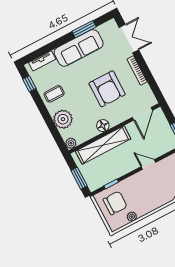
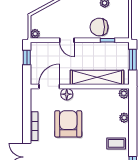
plant: (63, 119) -> (124, 118), width x0.53, depth x0.53
floor lamp: (103, 126) -> (67, 94), moved
chair: (115, 203) -> (99, 27), moved

